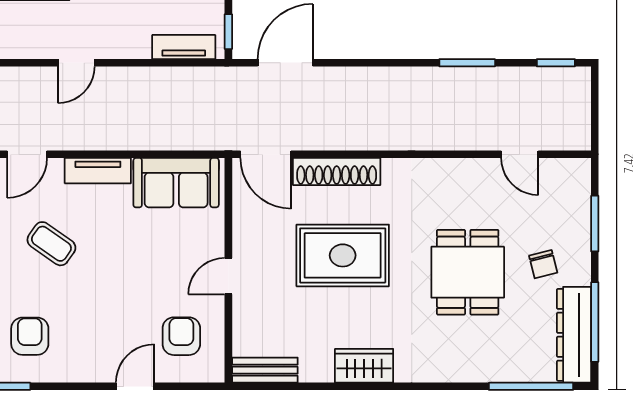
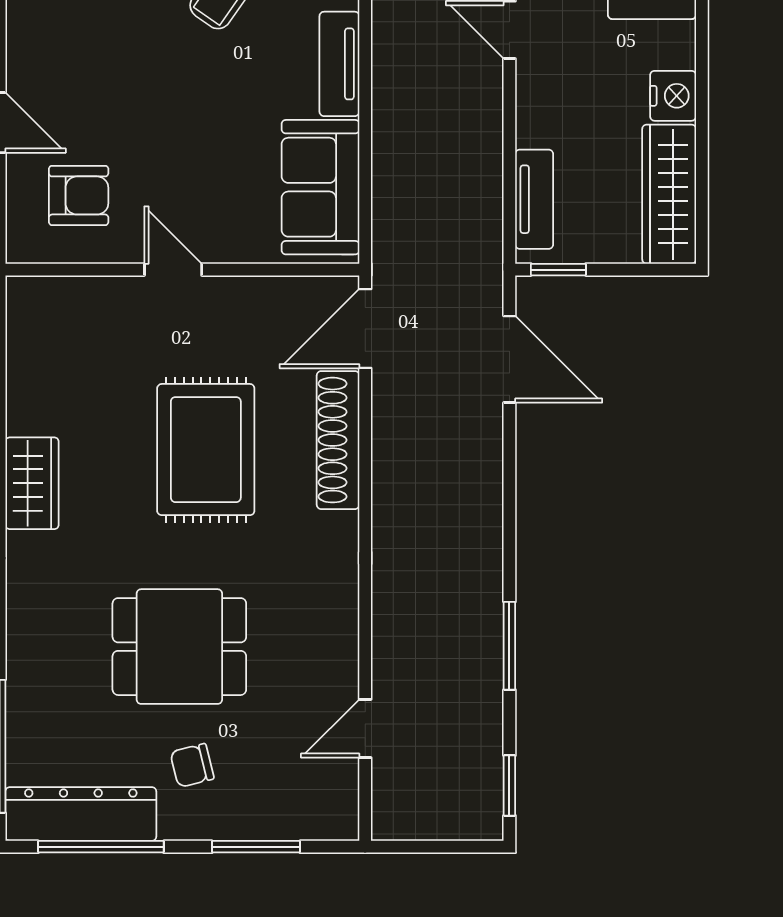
bench: (265, 370) -> (25, 327), removed

